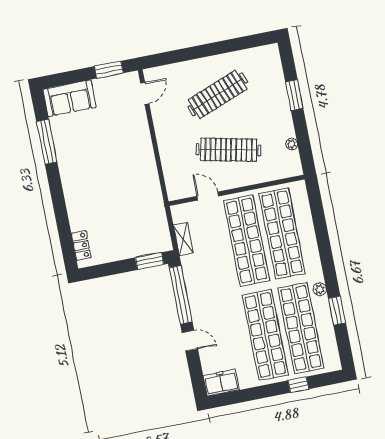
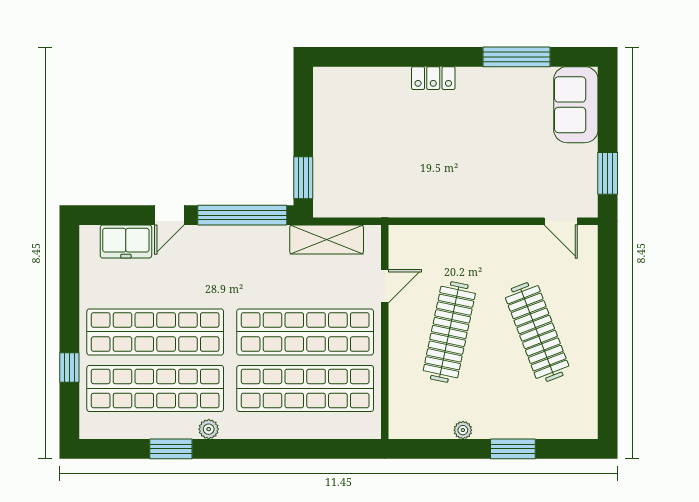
plant: (292, 144) -> (463, 430), moved
shelving: (183, 239) -> (327, 239), width x1.50, depth x1.33
locker: (81, 246) -> (433, 78), moved
freezer: (221, 383) -> (126, 241), moved, turned 90

